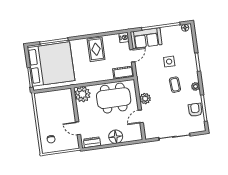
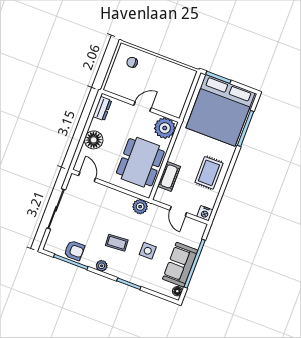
sofa: (146, 38) -> (180, 265), moved
rug: (96, 49) -> (209, 173), turned 90
cot: (123, 73) -> (169, 176), moved
plant: (145, 99) -> (140, 207), moved
door: (141, 116) -> (87, 177), moved
door: (78, 128) -> (142, 107), moved

